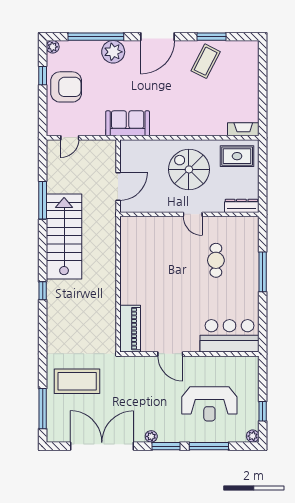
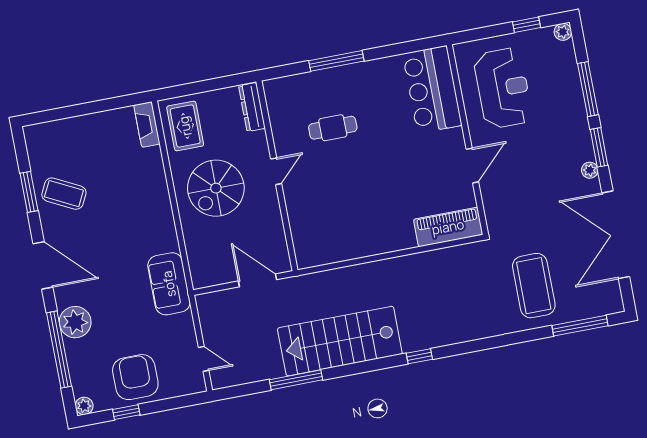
reception desk: (209, 404) -> (503, 88), moved

